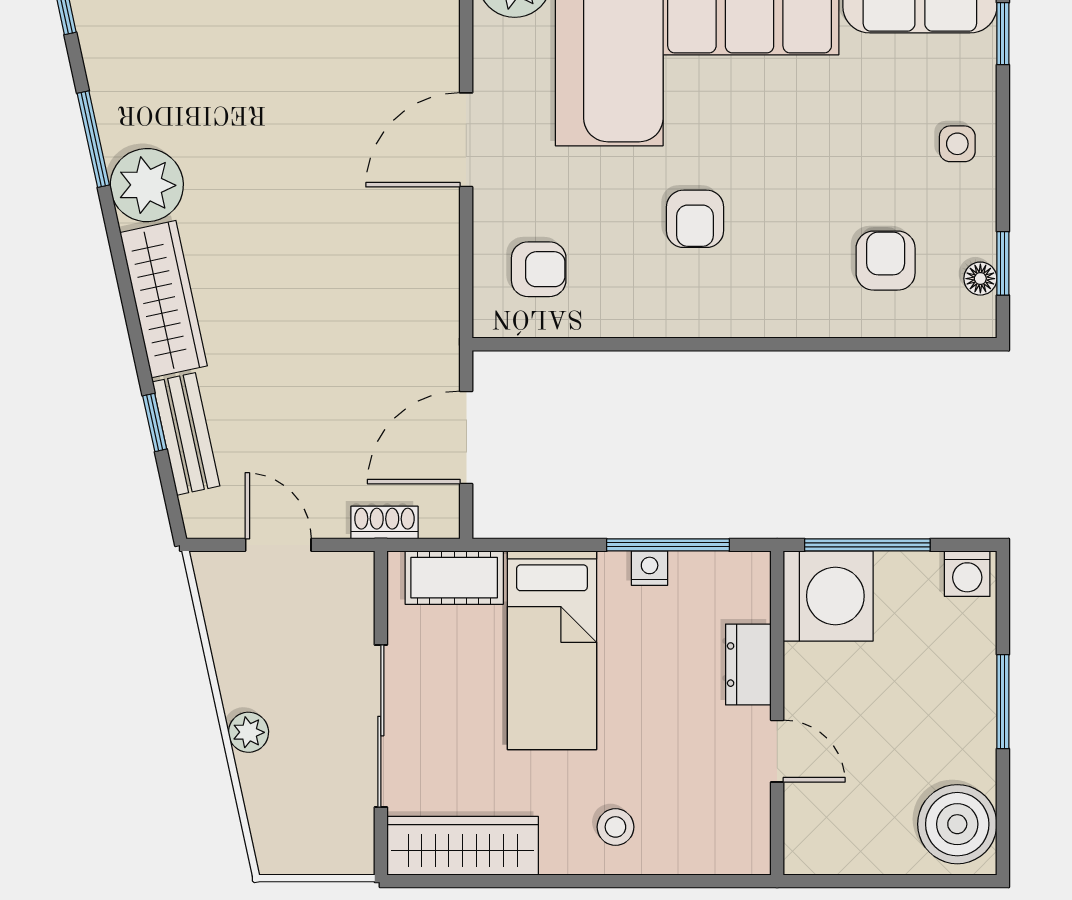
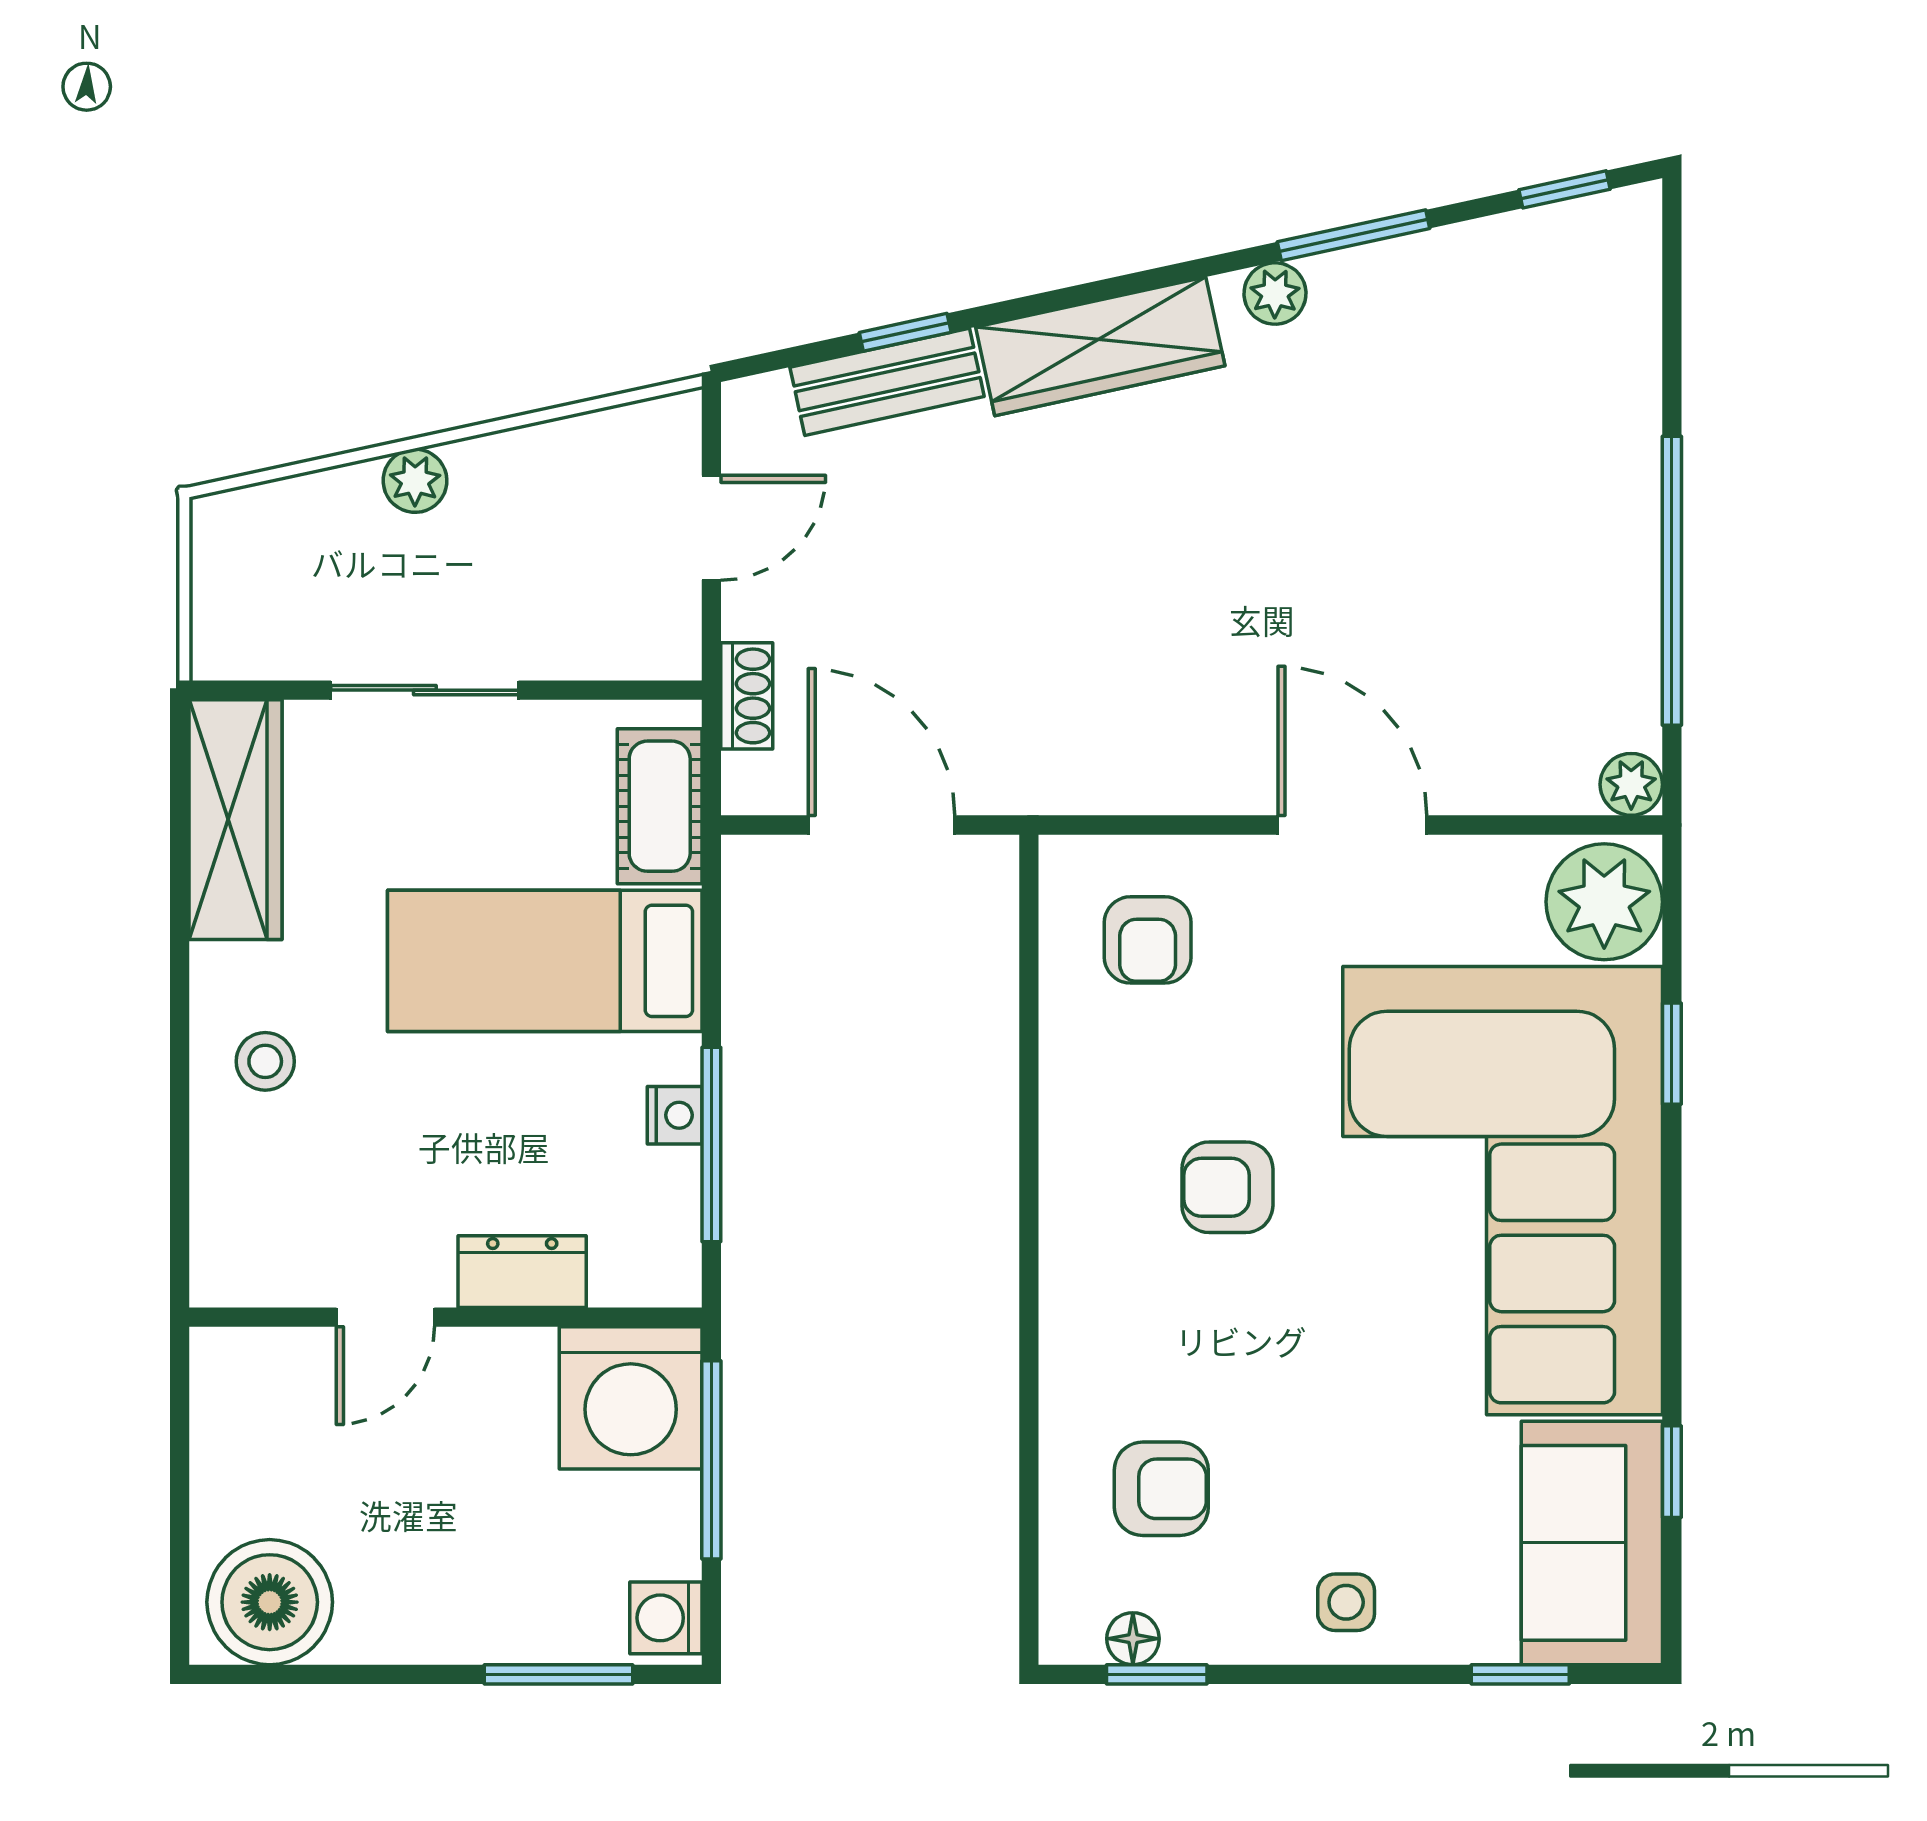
plant: (147, 185) -> (1275, 294), width x0.53, depth x0.53
window: (1003, 702) -> (559, 1674), moved
sliding door: (381, 726) -> (425, 690), width x0.73

